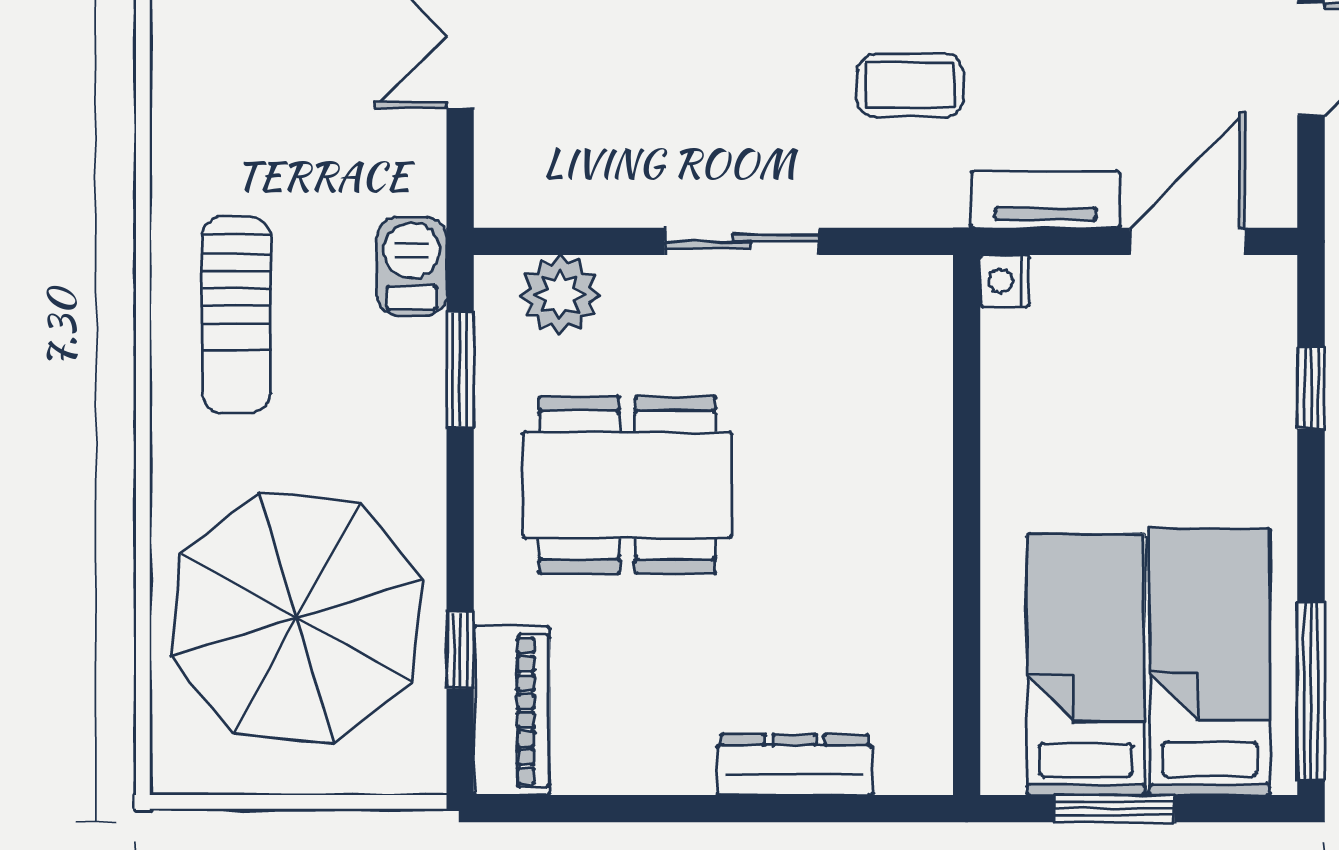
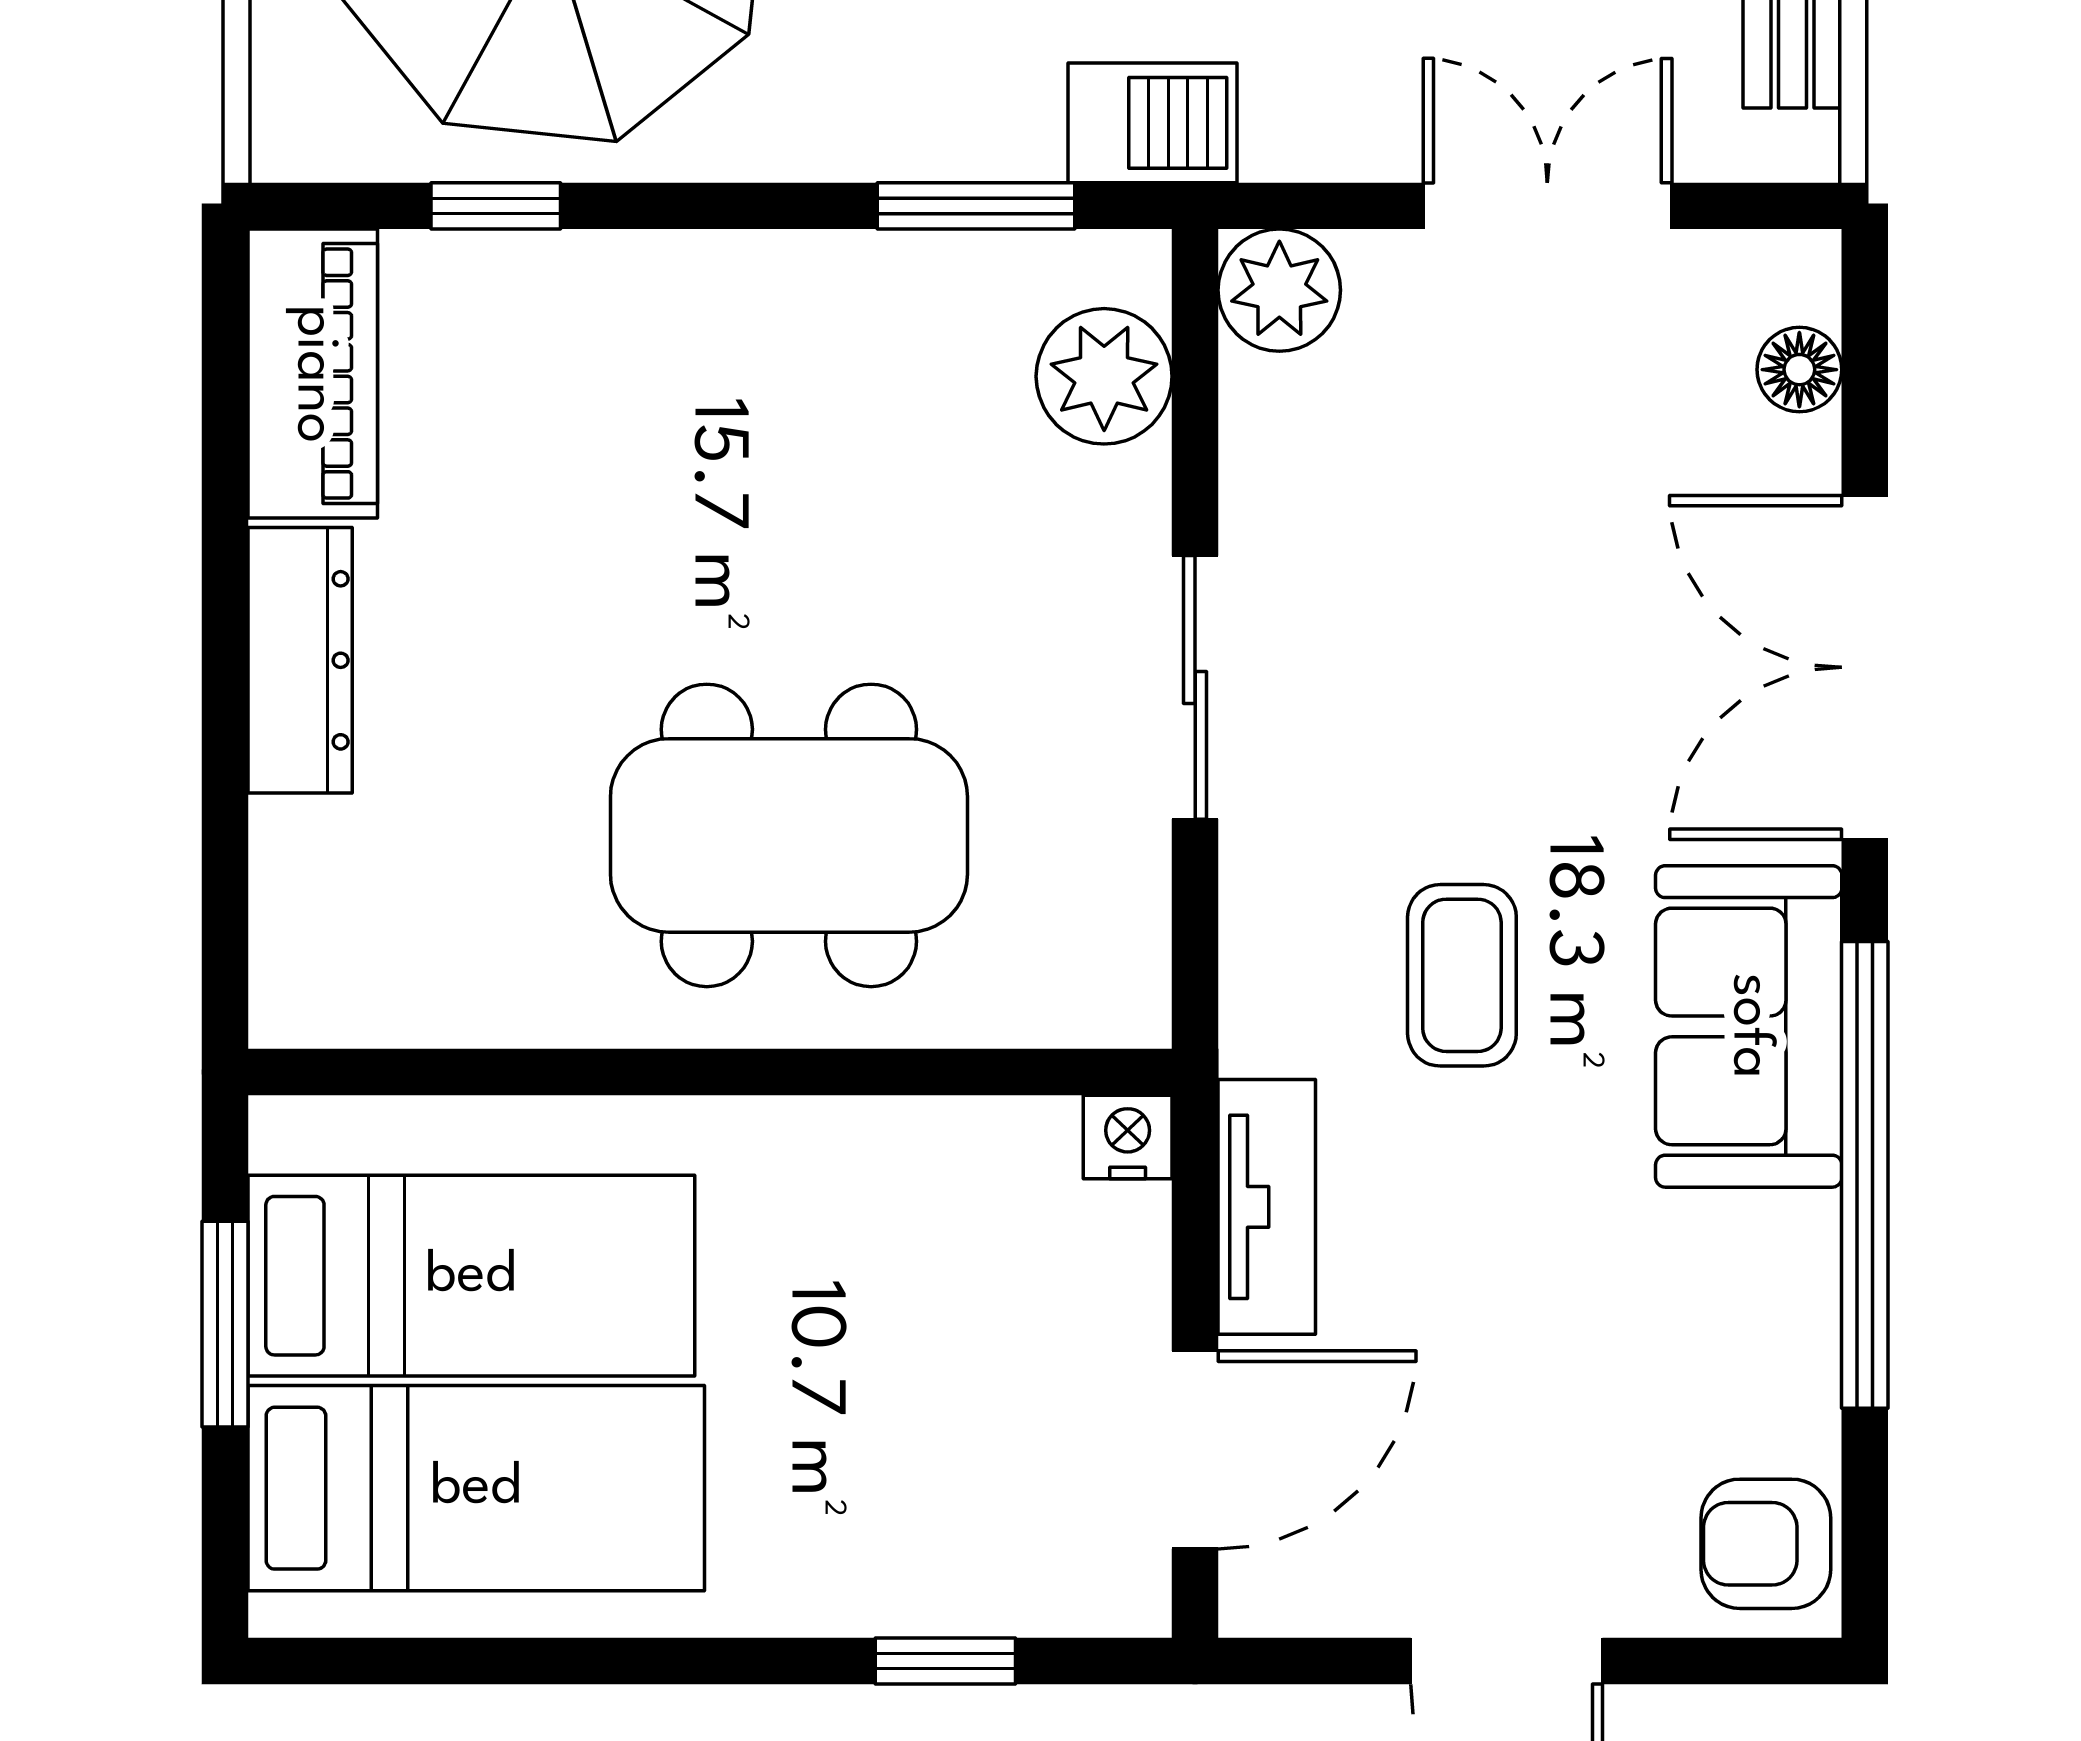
plant: (509, 192) -> (1279, 290), added
door: (1188, 241) -> (1195, 1450), hinge flipped
dining table: (627, 485) -> (789, 835), moved, turned 90
window: (1311, 692) -> (425, 1661), removed
piano: (512, 711) -> (313, 374), moved, turned -90
dresser: (795, 765) -> (300, 660), moved

